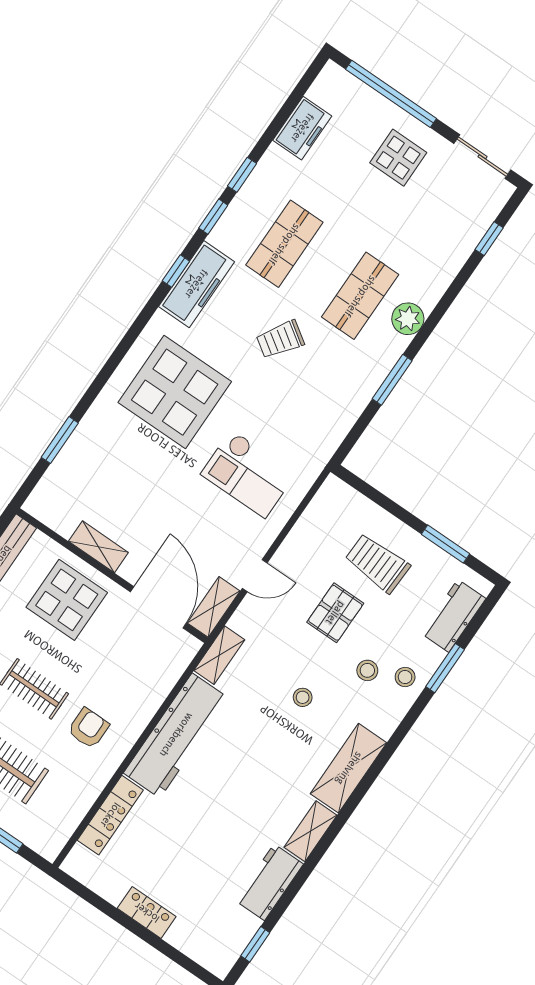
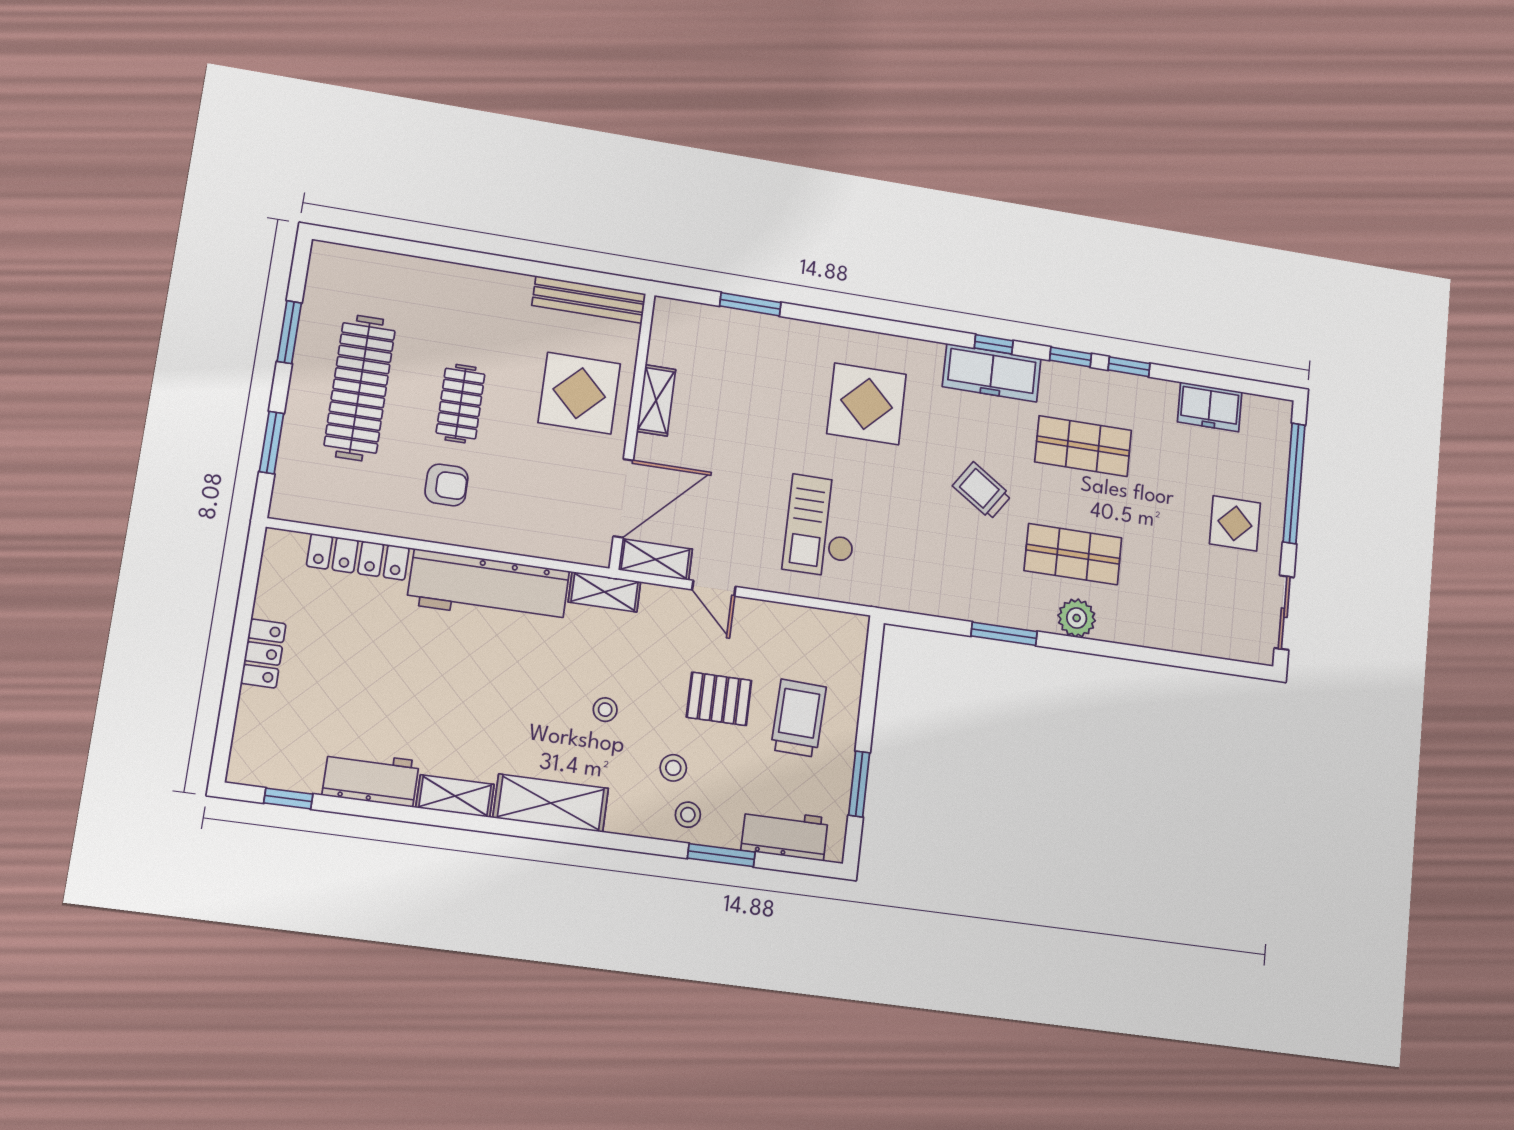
window: (489, 239) -> (1206, 663), removed
display table: (175, 392) -> (867, 404), width x0.73, depth x0.73

